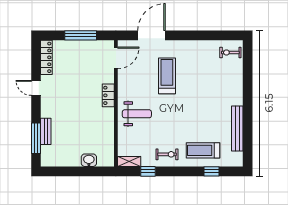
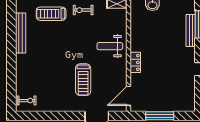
locker: (46, 57) -> (190, 96), removed
bench: (46, 131) -> (191, 30), width x1.36
treadmill: (203, 150) -> (51, 14), turned 180

